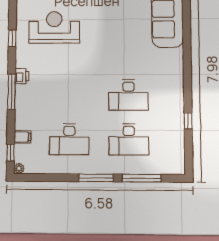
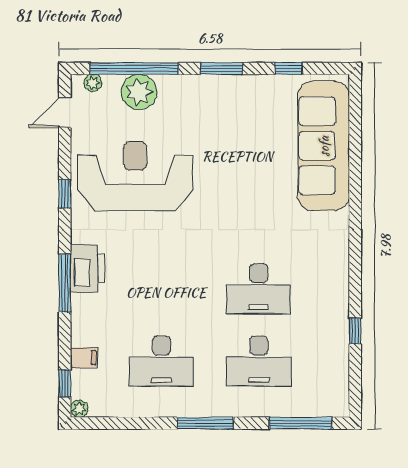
reception desk: (54, 27) -> (135, 176), width x1.36, depth x1.30
printer: (22, 76) -> (87, 268), width x1.87, depth x1.48
window: (142, 178) -> (301, 423), moved

